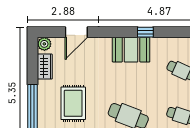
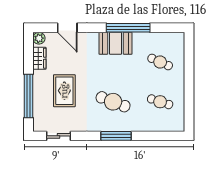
door: (76, 32) -> (67, 28), hinge flipped
window: (145, 32) -> (128, 28), width x3.17

